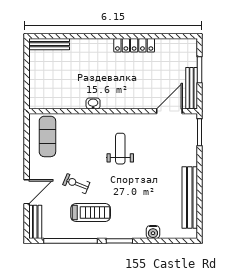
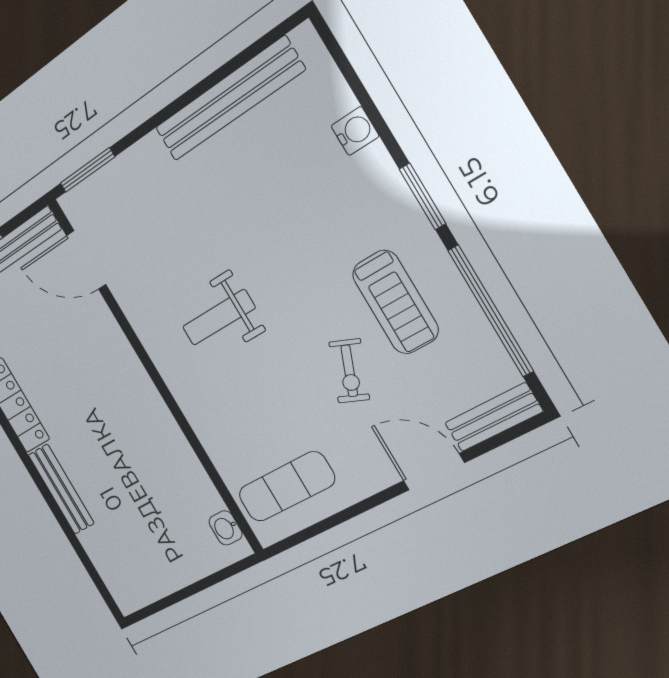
bench: (49, 44) -> (61, 489), moved
washbasin: (93, 103) -> (226, 528), moved
treadmill: (91, 212) -> (395, 302), turned 180

